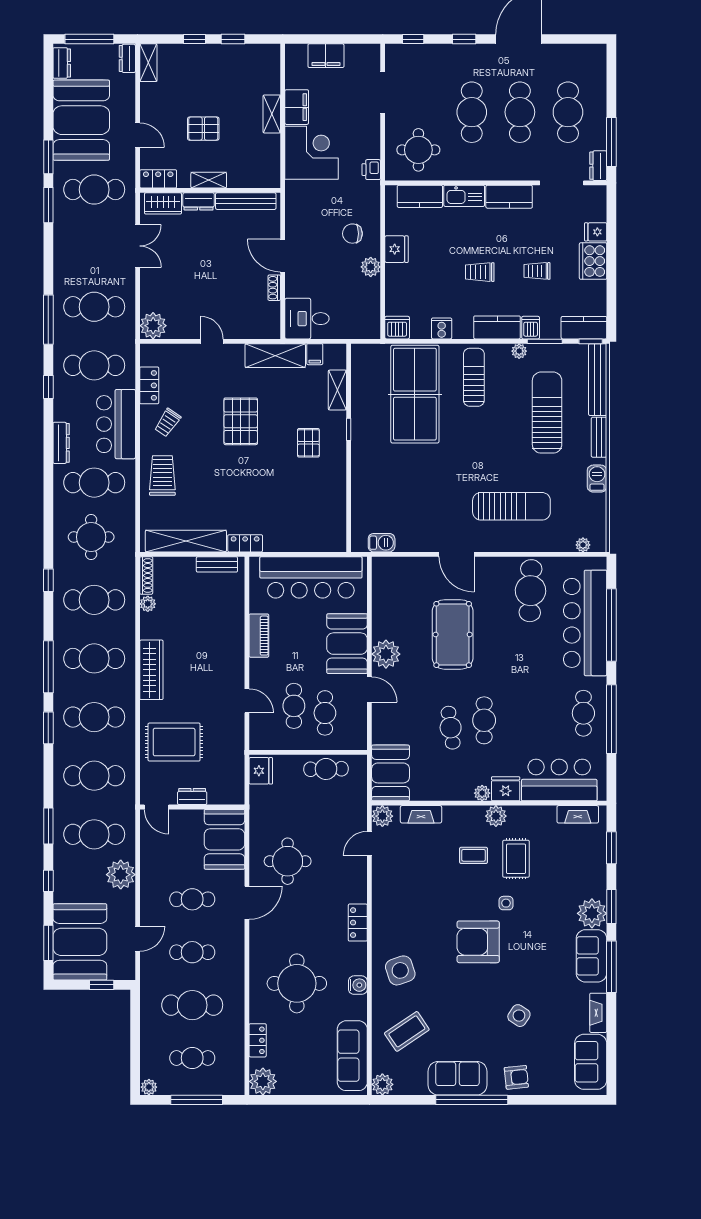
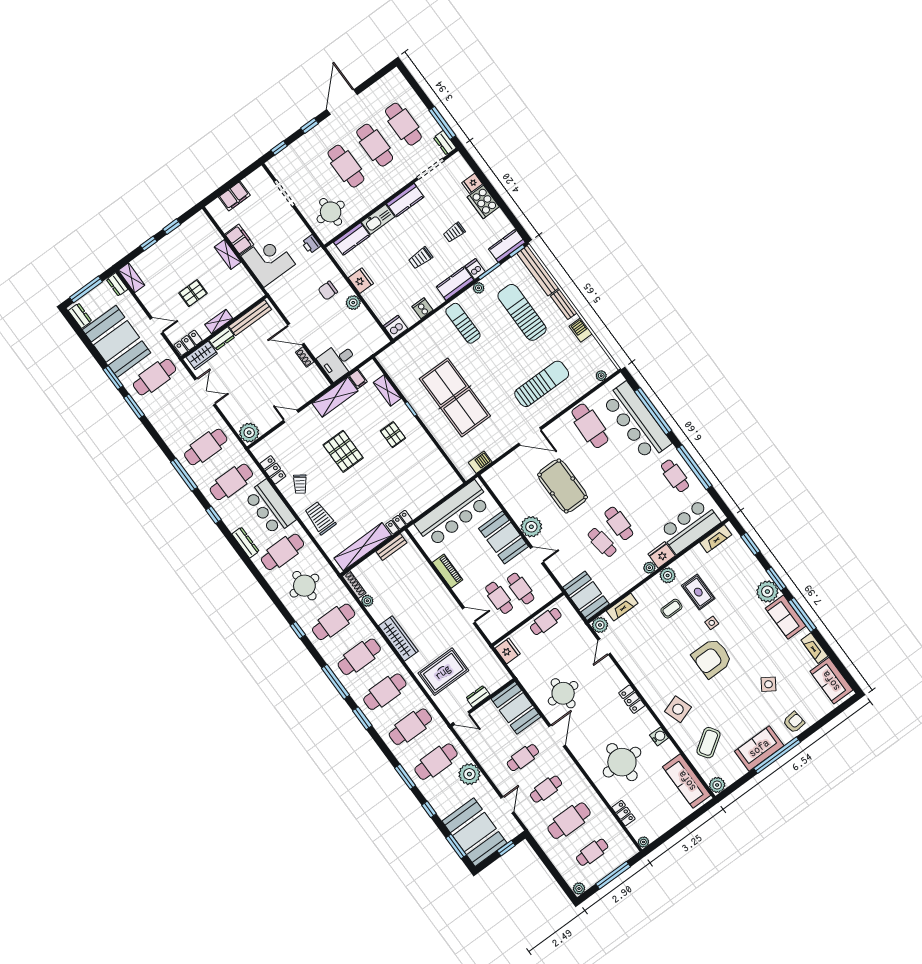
table tennis table: (415, 394) -> (455, 397), moved
plant: (263, 1081) -> (643, 842), width x0.53, depth x0.53

